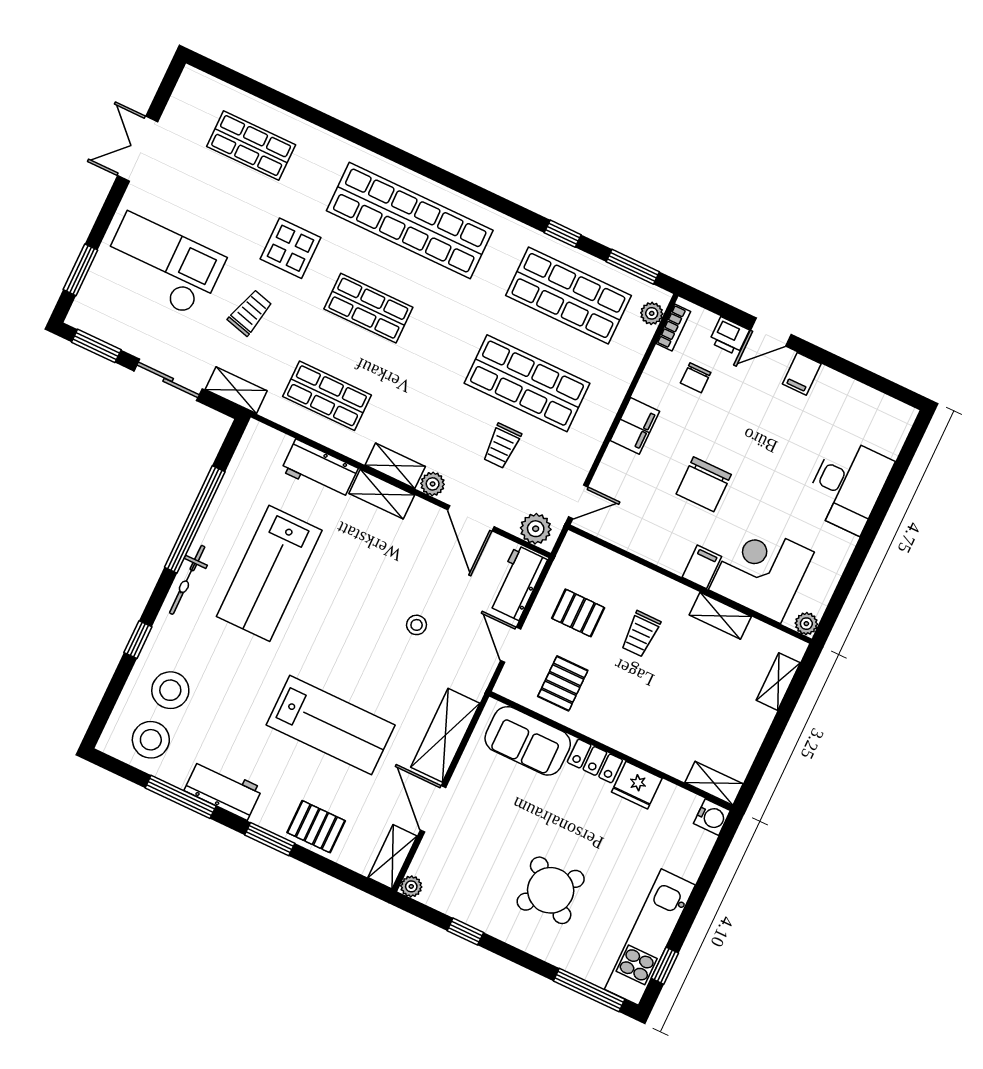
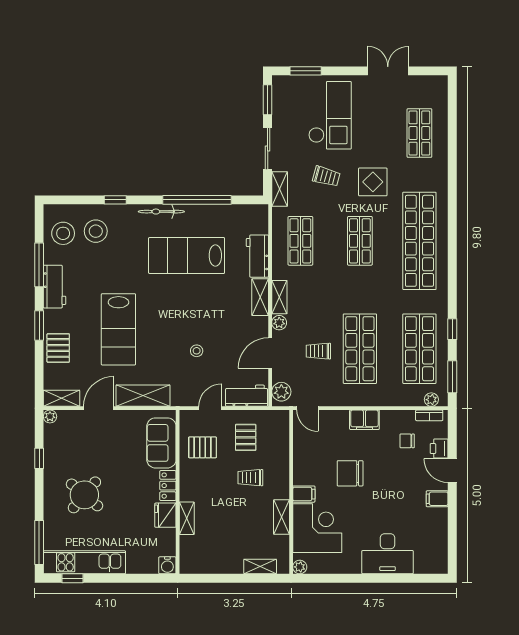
shelving: (714, 783) -> (187, 518), moved

